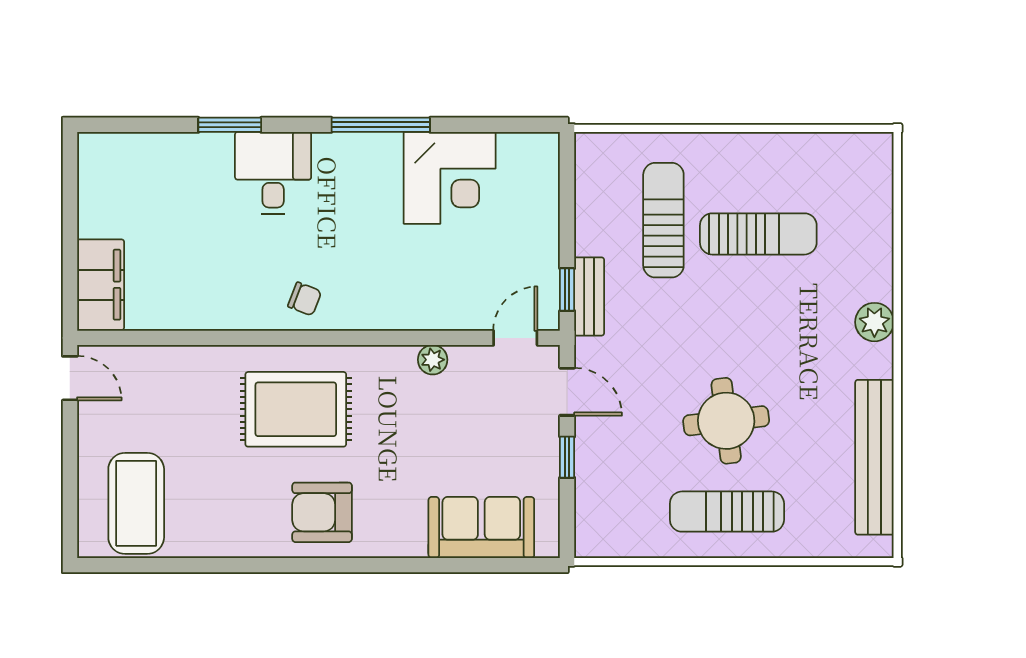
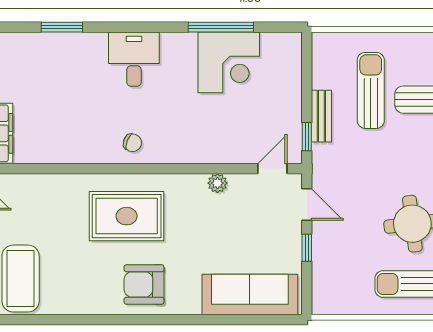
window: (230, 125) -> (62, 27), moved
window: (381, 125) -> (221, 27), moved
desk: (273, 173) -> (134, 59), moved
bench: (589, 296) -> (321, 116), moved
sofa: (481, 527) -> (250, 295), width x1.36

